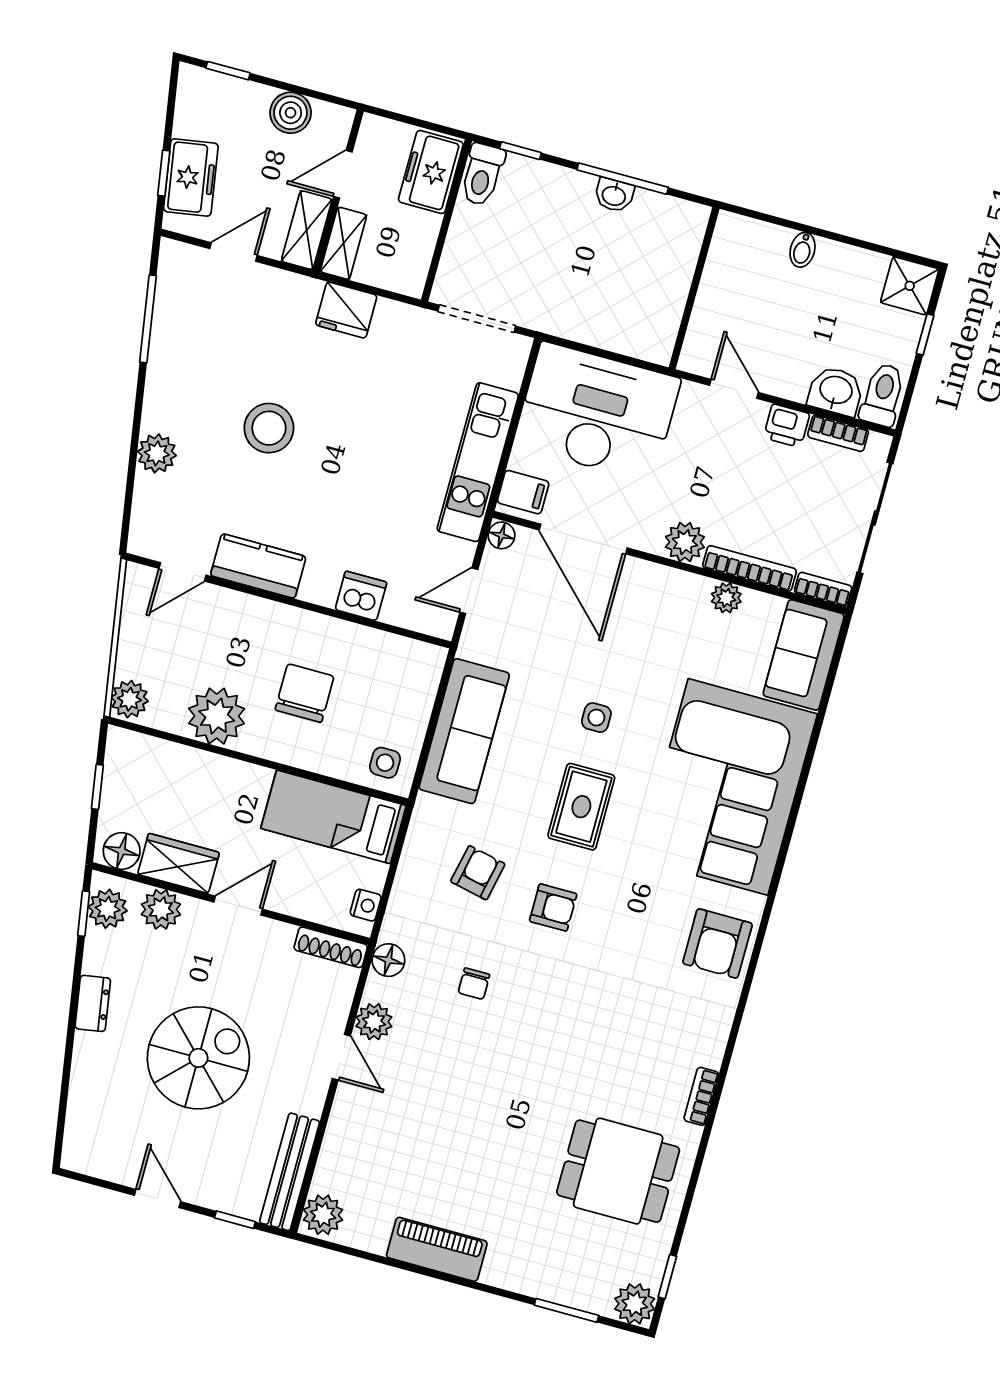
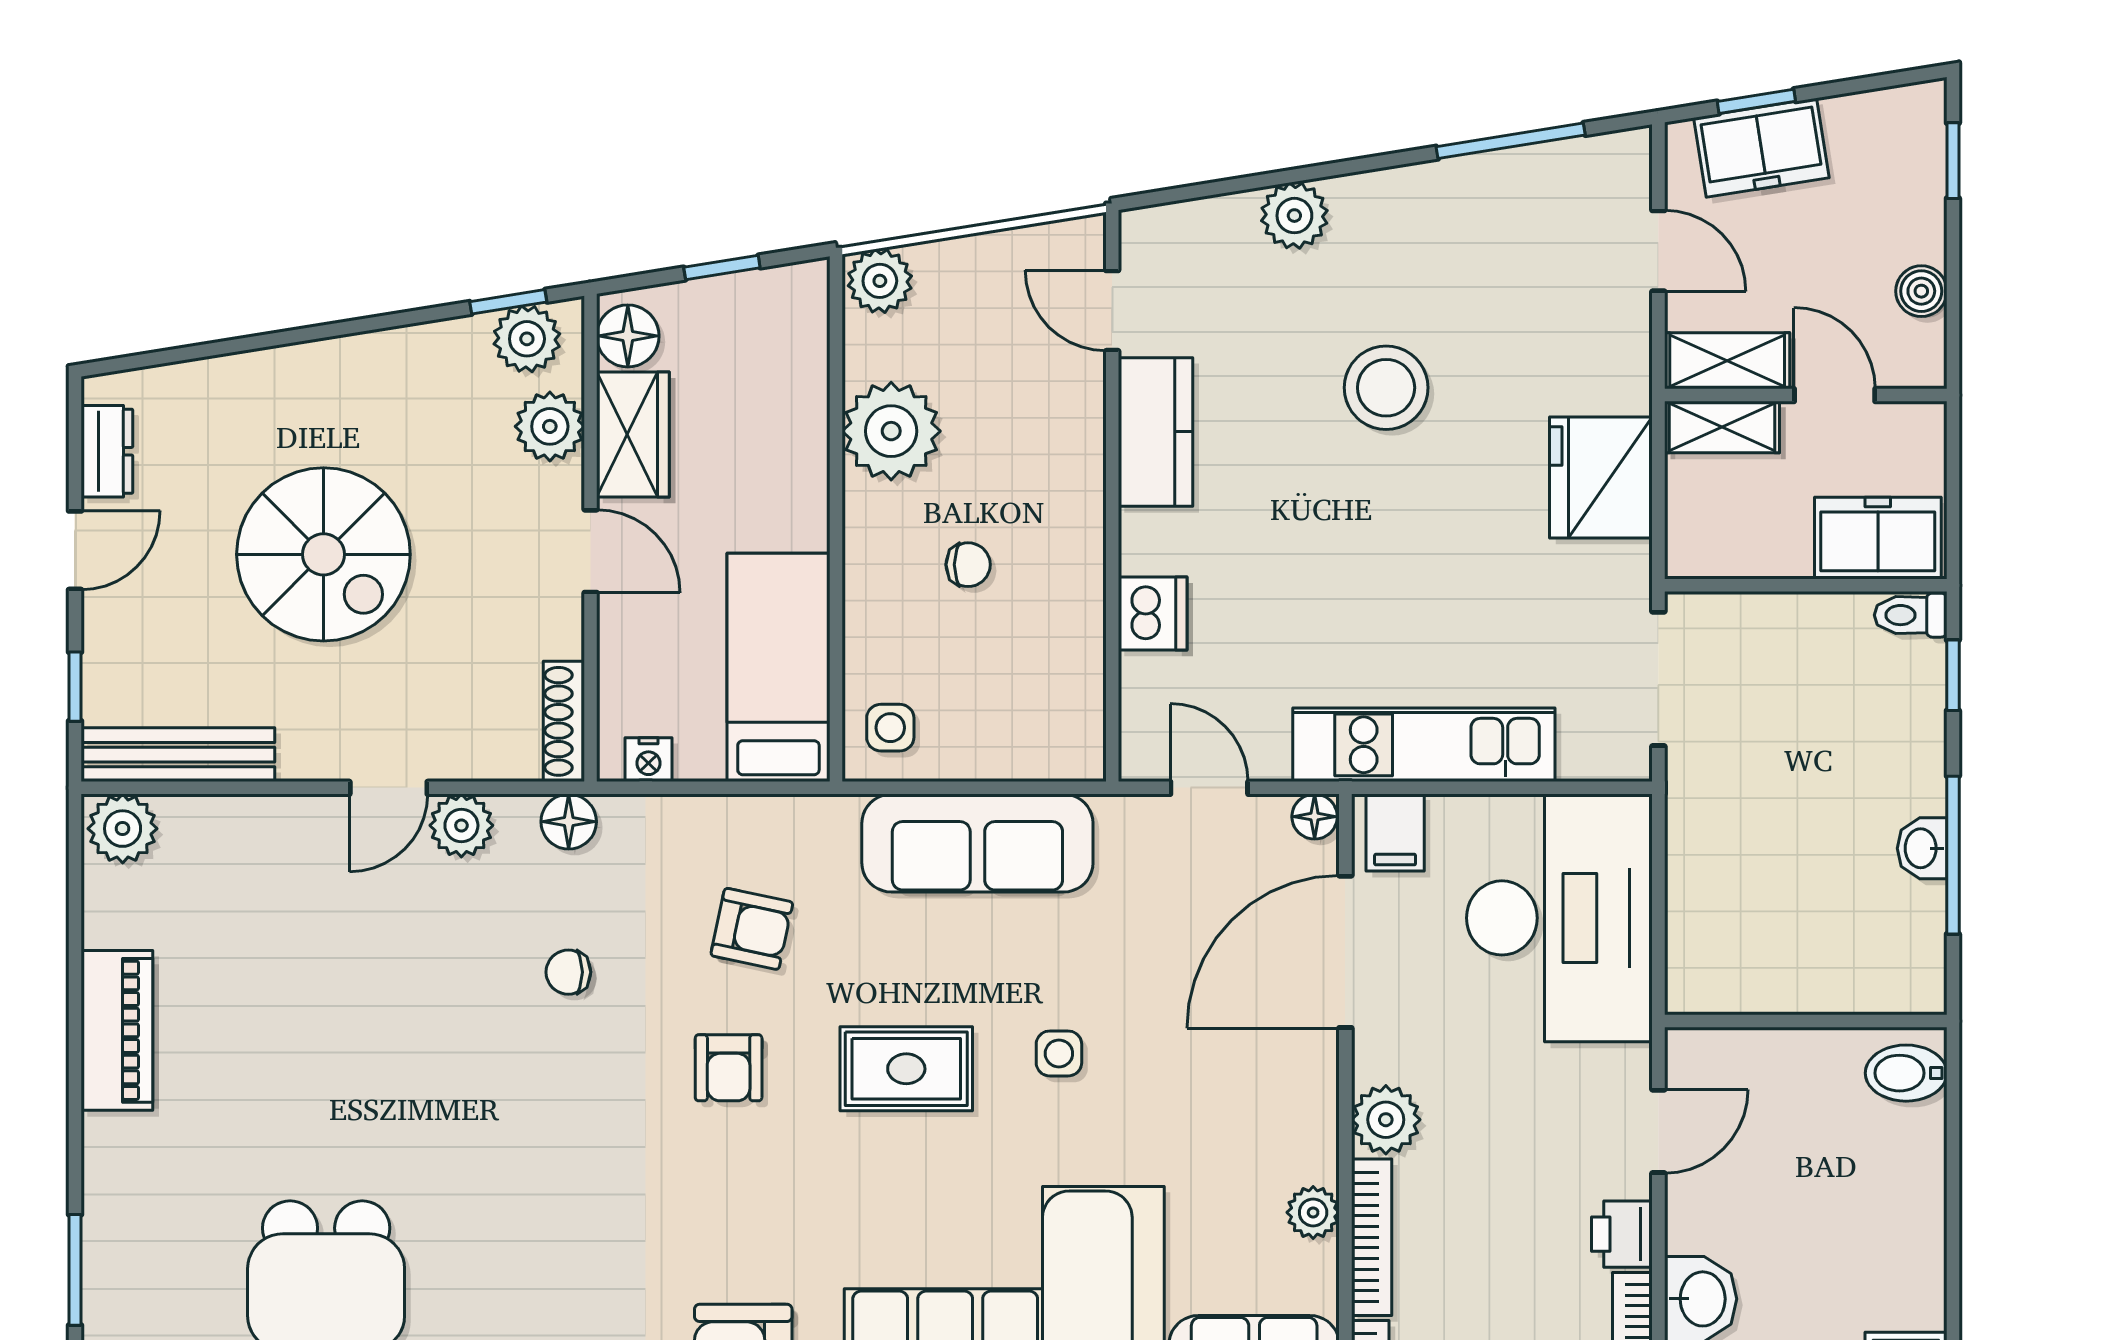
boiler: (291, 113) -> (1921, 291), width x0.73, depth x0.73
toilet: (482, 175) -> (1911, 615), width x0.73, depth x0.72
bidet: (803, 250) -> (1906, 1073), moved, width x1.38, depth x1.36
fridge: (346, 310) -> (1601, 478), width x1.36, depth x1.34
chair: (305, 693) -> (968, 565), width x0.54, depth x0.54
dresser: (93, 1003) -> (107, 451), moved, turned -81

